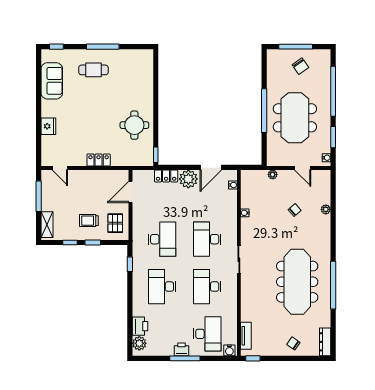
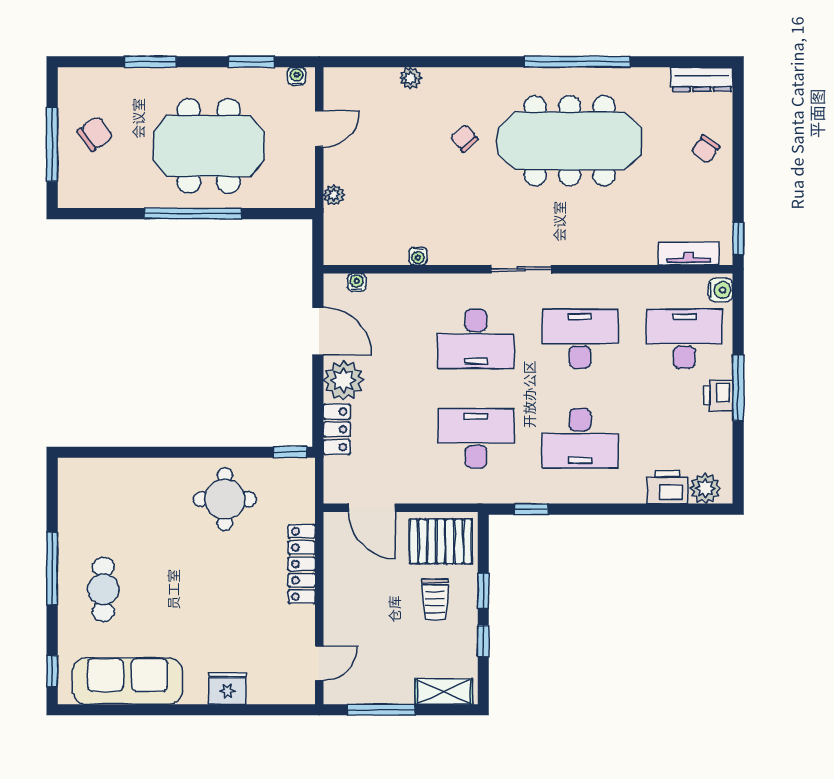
sofa: (52, 81) -> (127, 681), width x1.36
window: (333, 91) -> (150, 62), width x0.47
locker: (99, 160) -> (302, 564), width x1.53
chair: (295, 210) -> (464, 138), moved
pallet: (115, 223) -> (441, 541), width x1.50, depth x1.42
desk: (207, 287) -> (580, 339), turned 180

